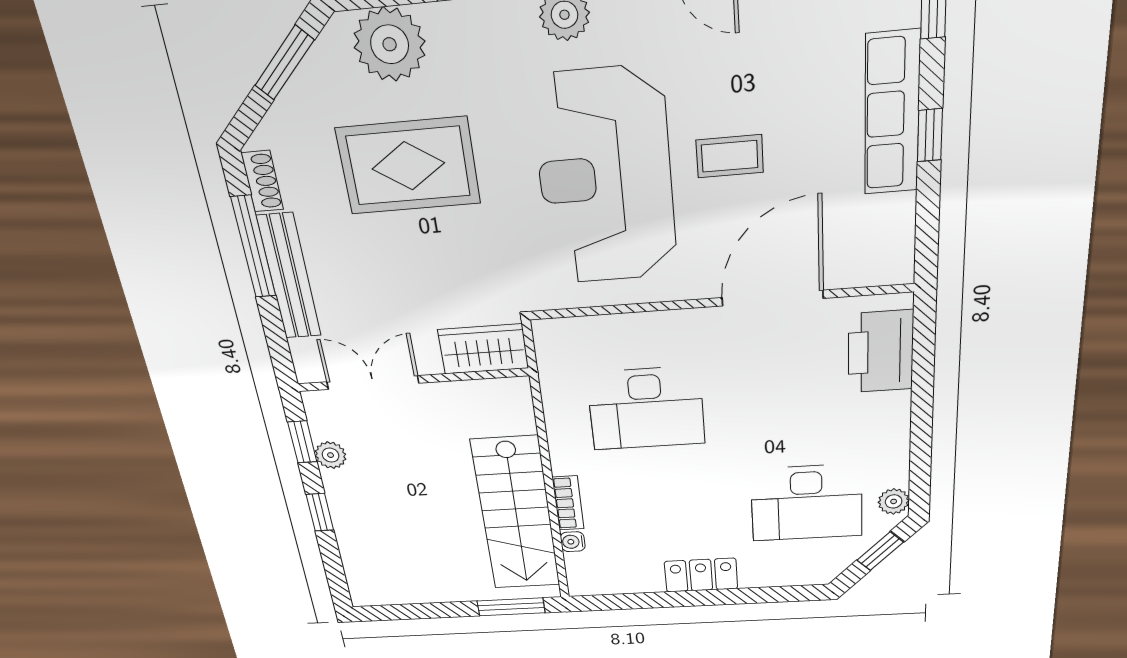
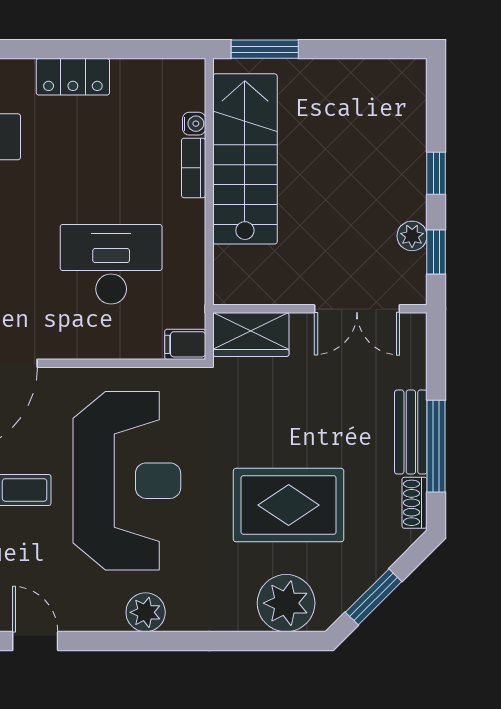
bench: (289, 277) -> (411, 432), width x0.73
filing cabinet: (555, 334) -> (185, 344), added

